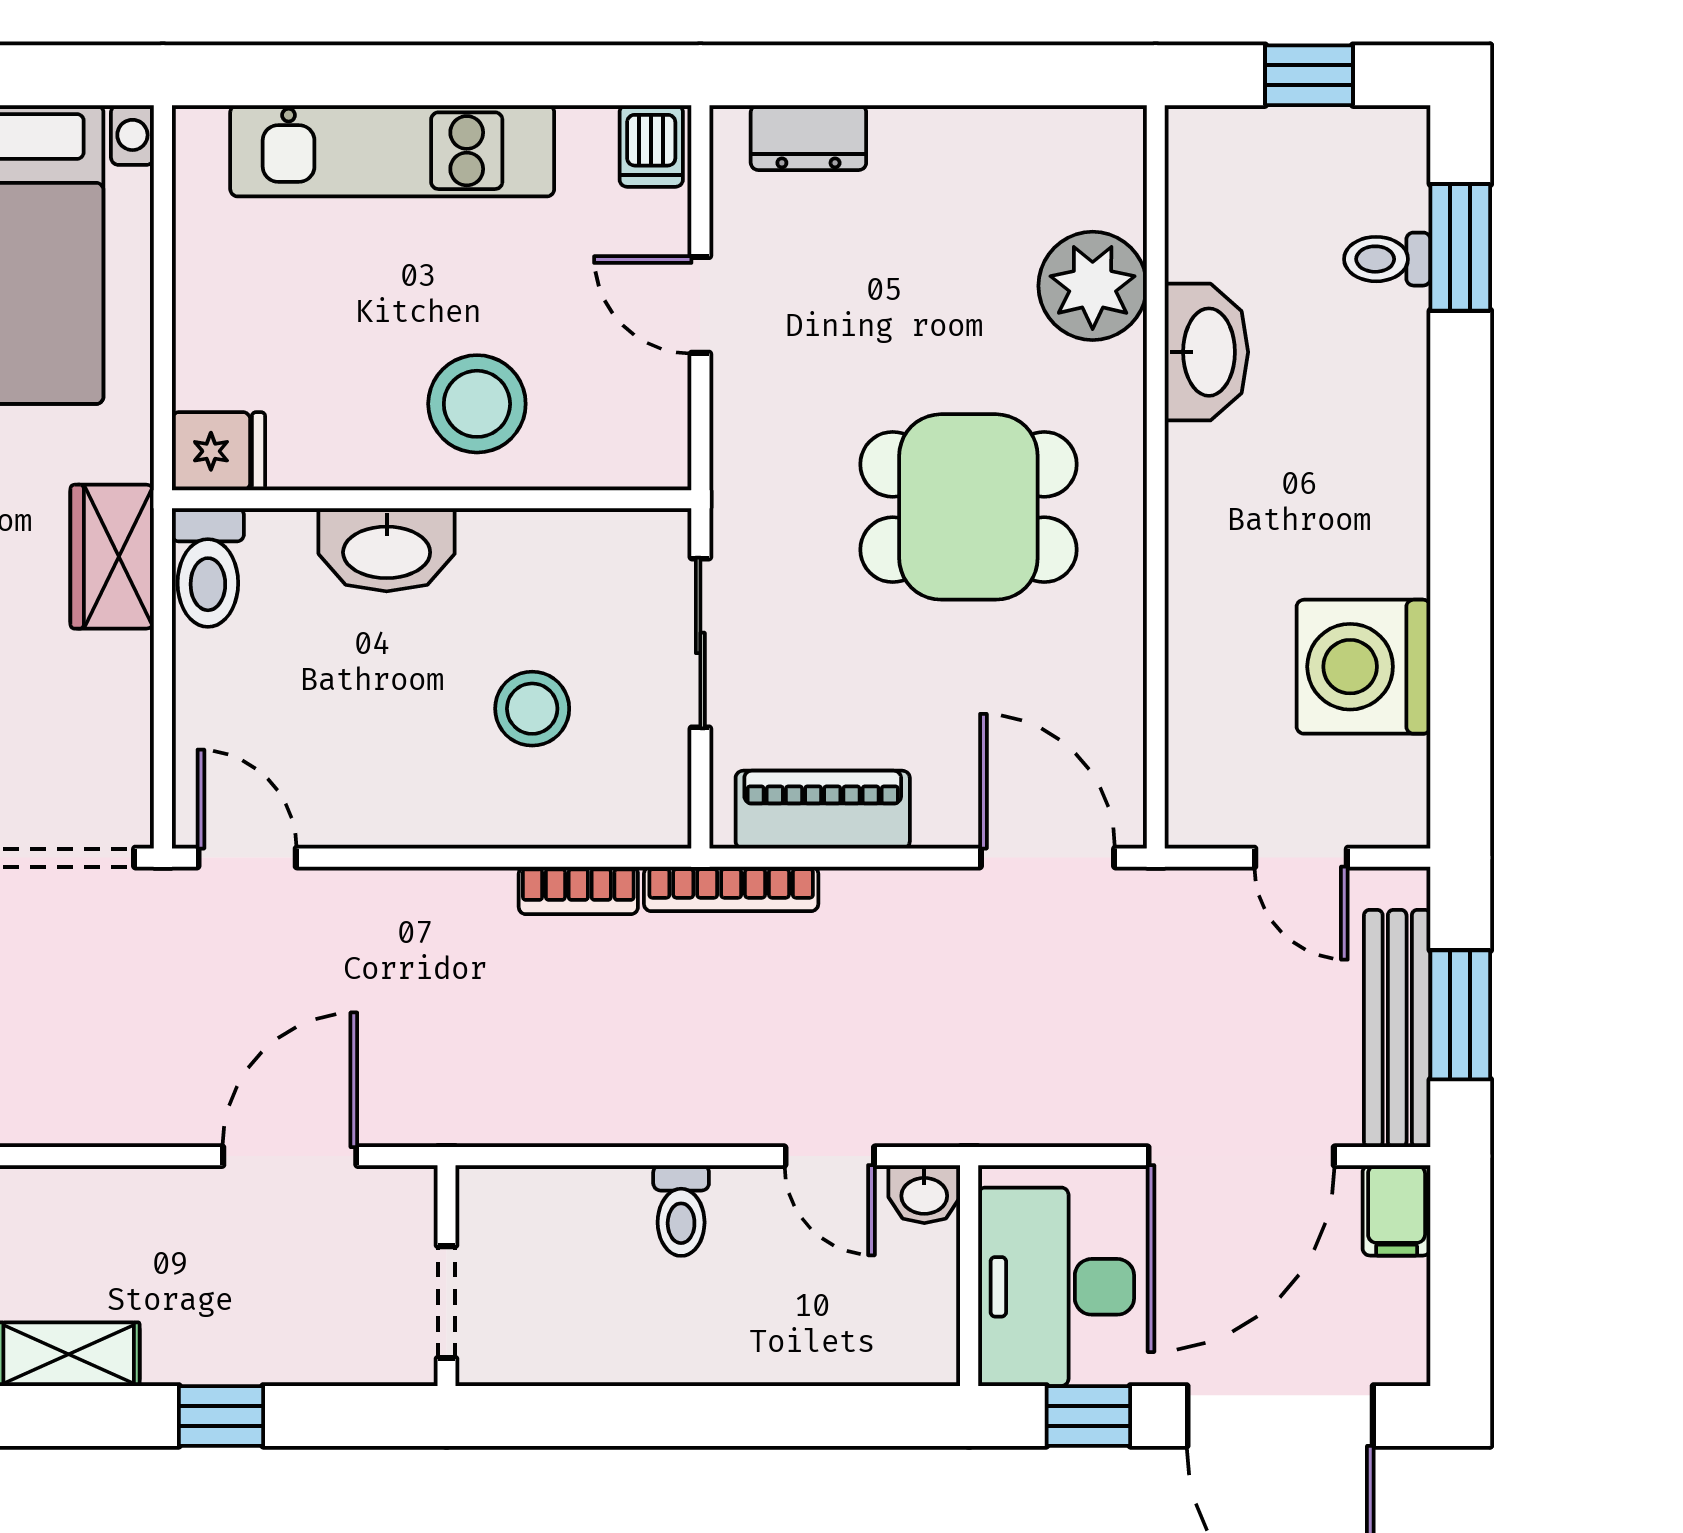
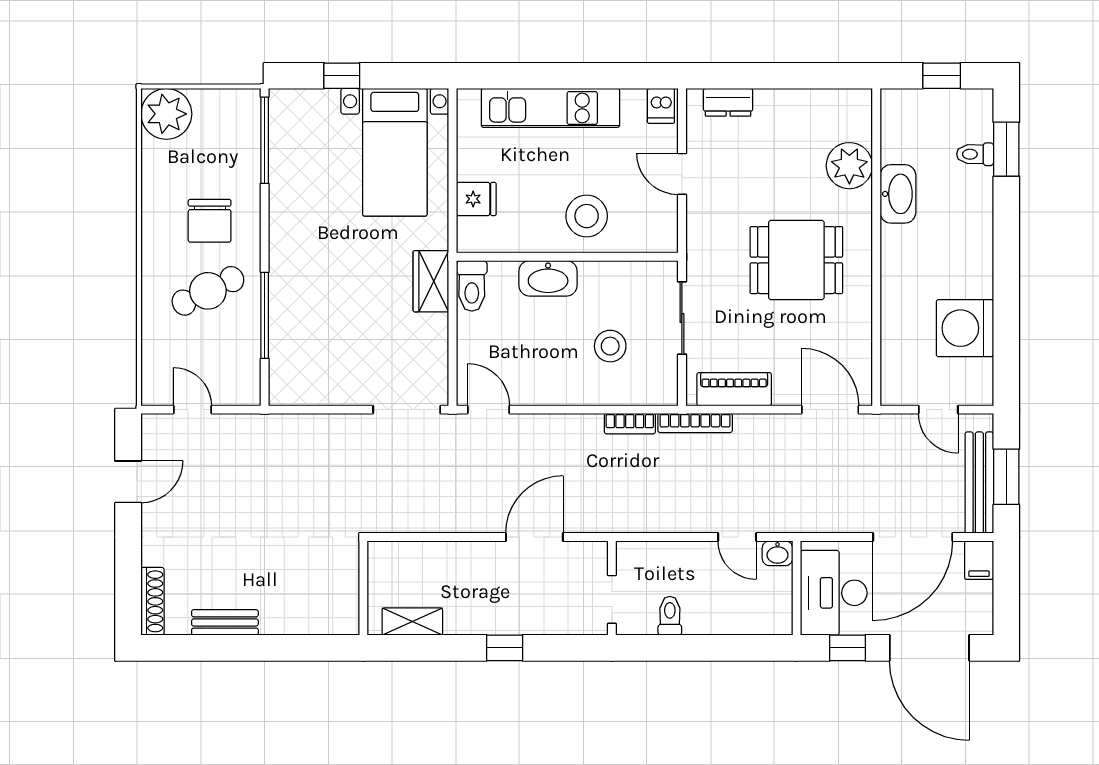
fridge: (218, 451) -> (476, 199), moved
door: (290, 1156) -> (534, 537), moved
toilet: (681, 1211) -> (670, 616), moved, turned 180
wall: (447, 1276) -> (612, 588), moved
doorway: (447, 1302) -> (612, 599), moved
window: (221, 1416) -> (505, 648), moved

